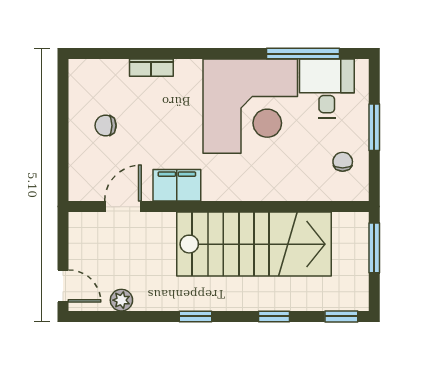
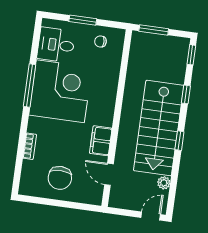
window: (303, 54) -> (30, 86), moved
chair: (106, 126) -> (60, 178), width x1.87, depth x1.87
stairs: (254, 244) -> (159, 128), moved, turned 180

